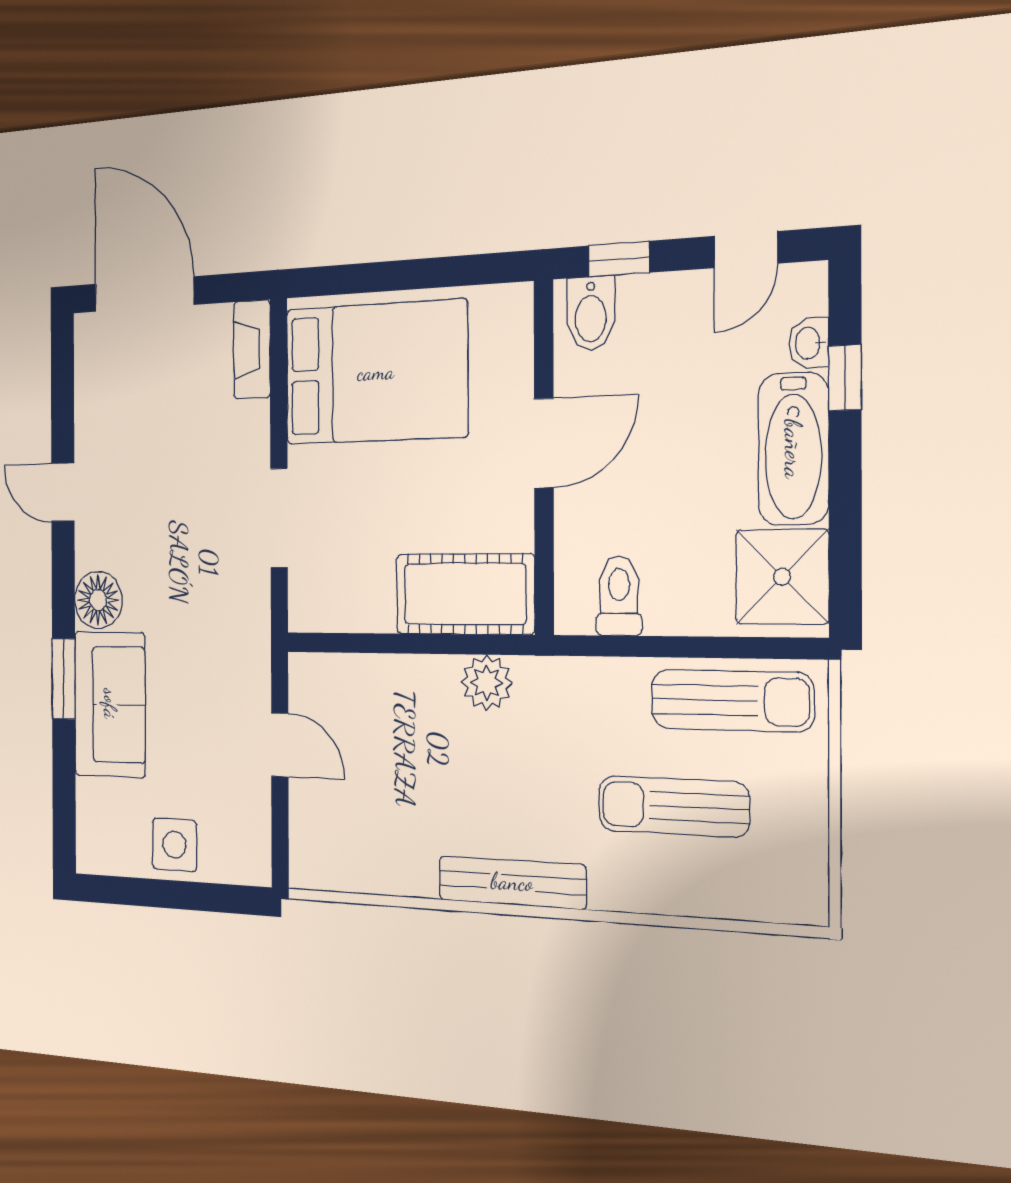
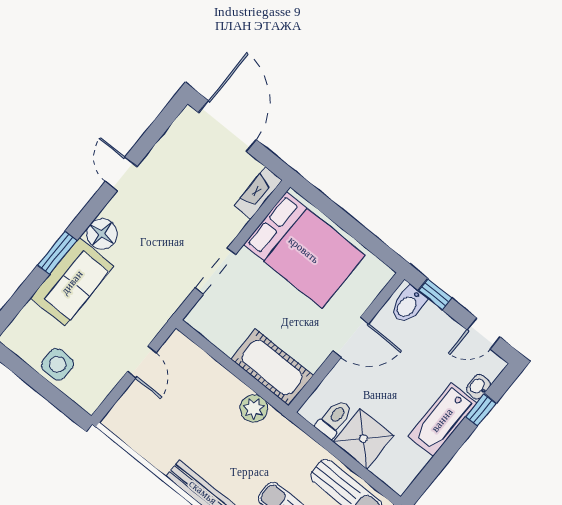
shower: (782, 577) -> (363, 439), moved

